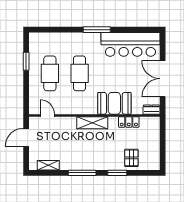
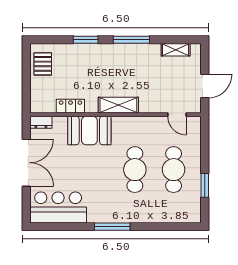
bar counter: (130, 44) -> (58, 207), width x0.73
pallet: (131, 158) -> (43, 64), moved

